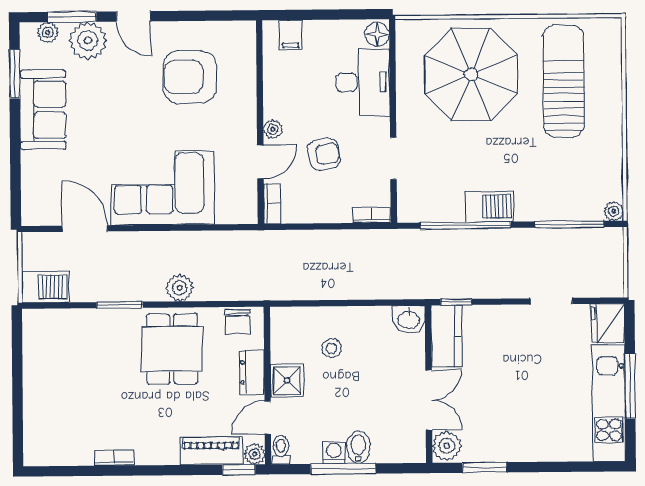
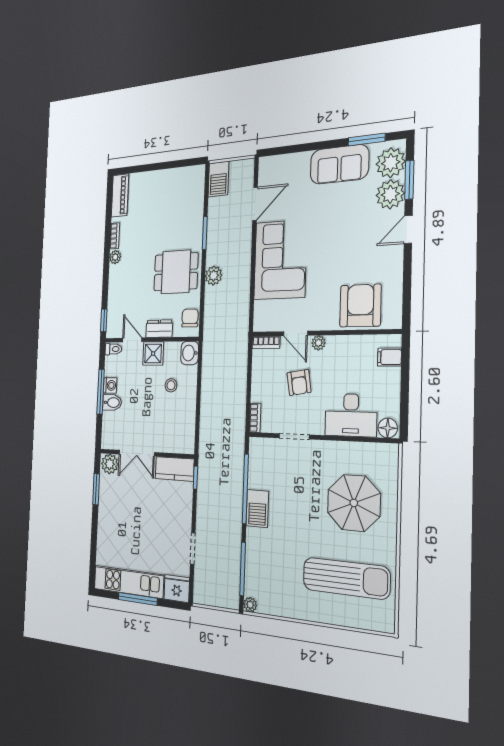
plant: (48, 32) -> (391, 163), width x1.87, depth x1.87
parasol: (471, 74) -> (354, 503), width x0.73, depth x0.73
armchair: (190, 77) -> (360, 306), moved
washbasin: (409, 319) -> (190, 353), moved
chair: (238, 322) -> (190, 318), turned 90
piano: (211, 451) -> (120, 195), moved
plant: (255, 454) -> (115, 257), moved

